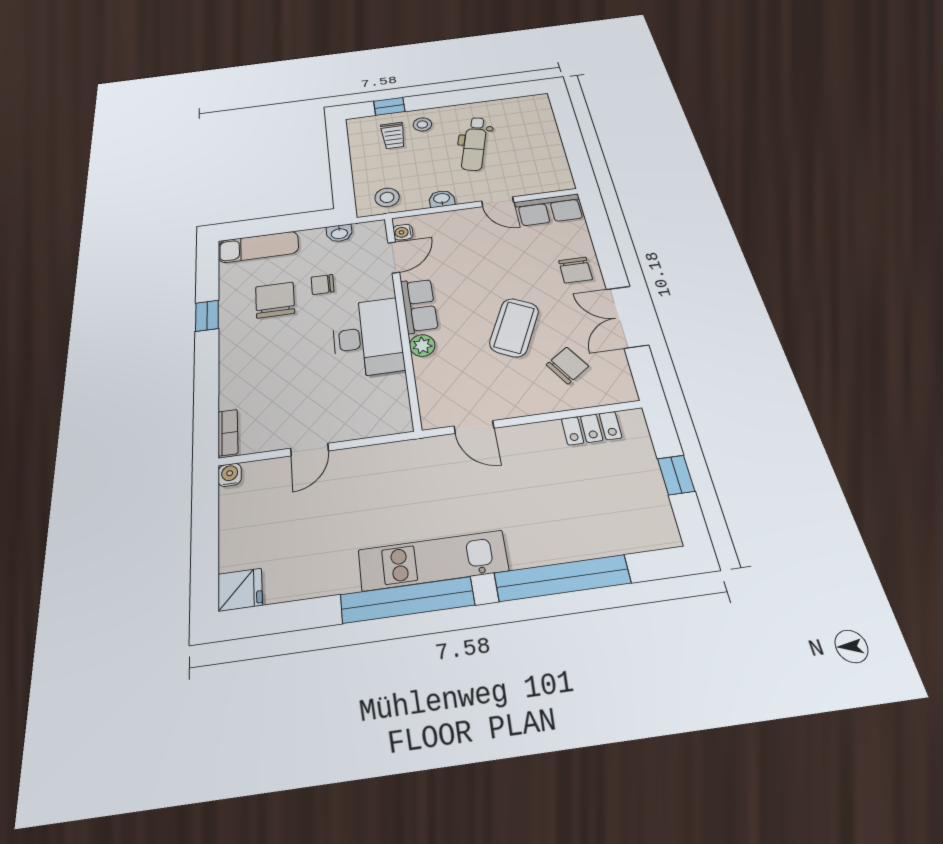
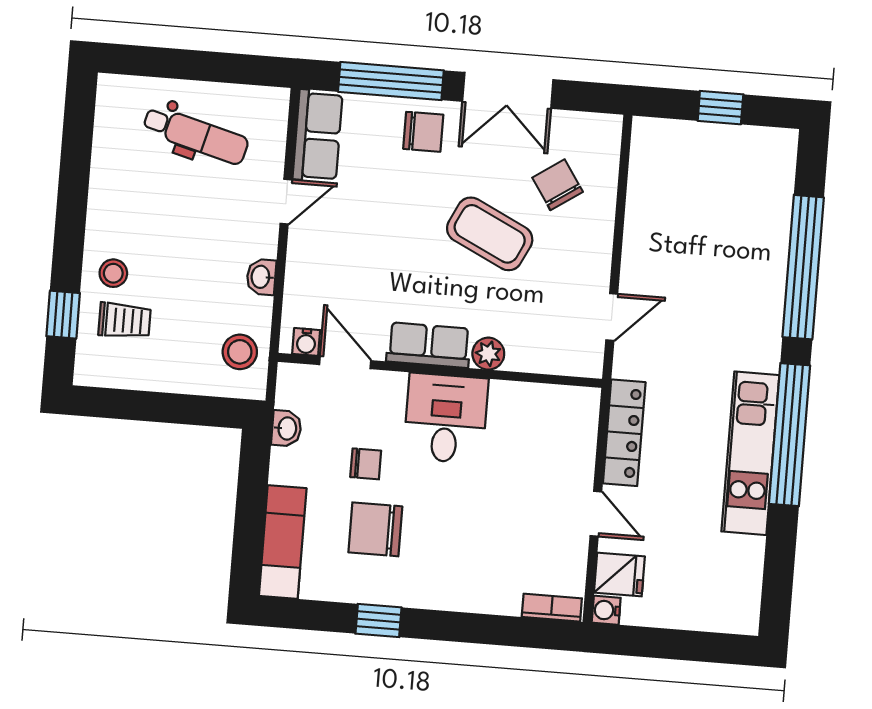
dental chair: (475, 144) -> (196, 135), moved
window: (604, 243) -> (391, 81), added
chair: (323, 284) -> (366, 464), turned -90
desk: (367, 337) -> (446, 418), width x0.73
locker: (592, 428) -> (624, 433), moved, width x1.53
kitchen unit: (433, 560) -> (750, 453), moved
fridge: (240, 590) -> (619, 575), moved, turned 90

